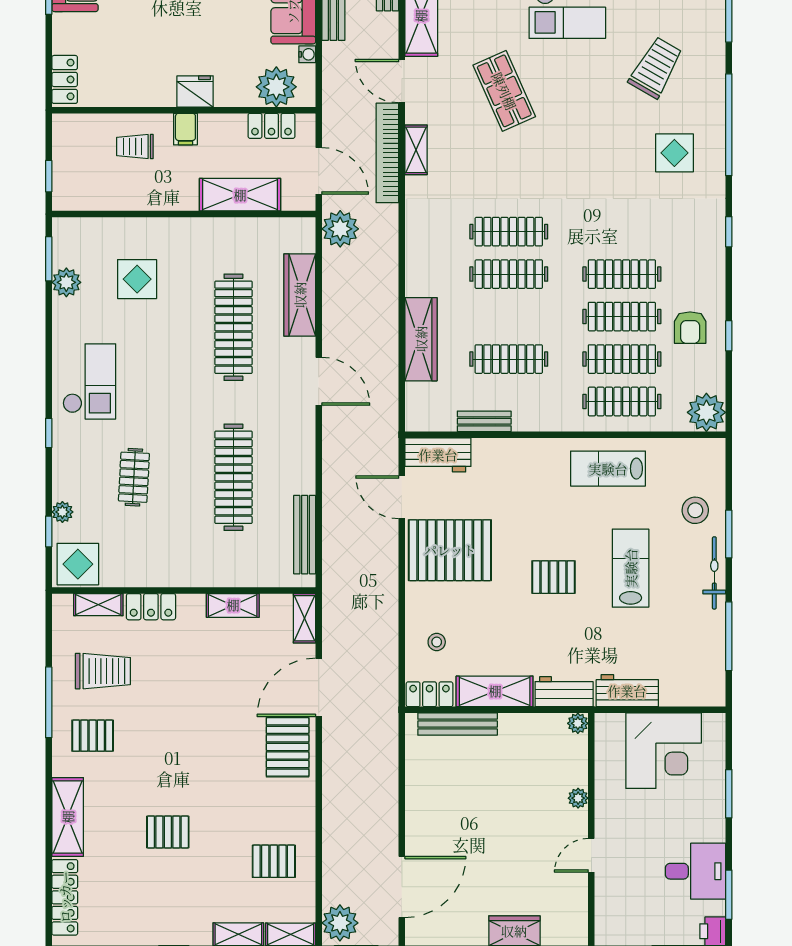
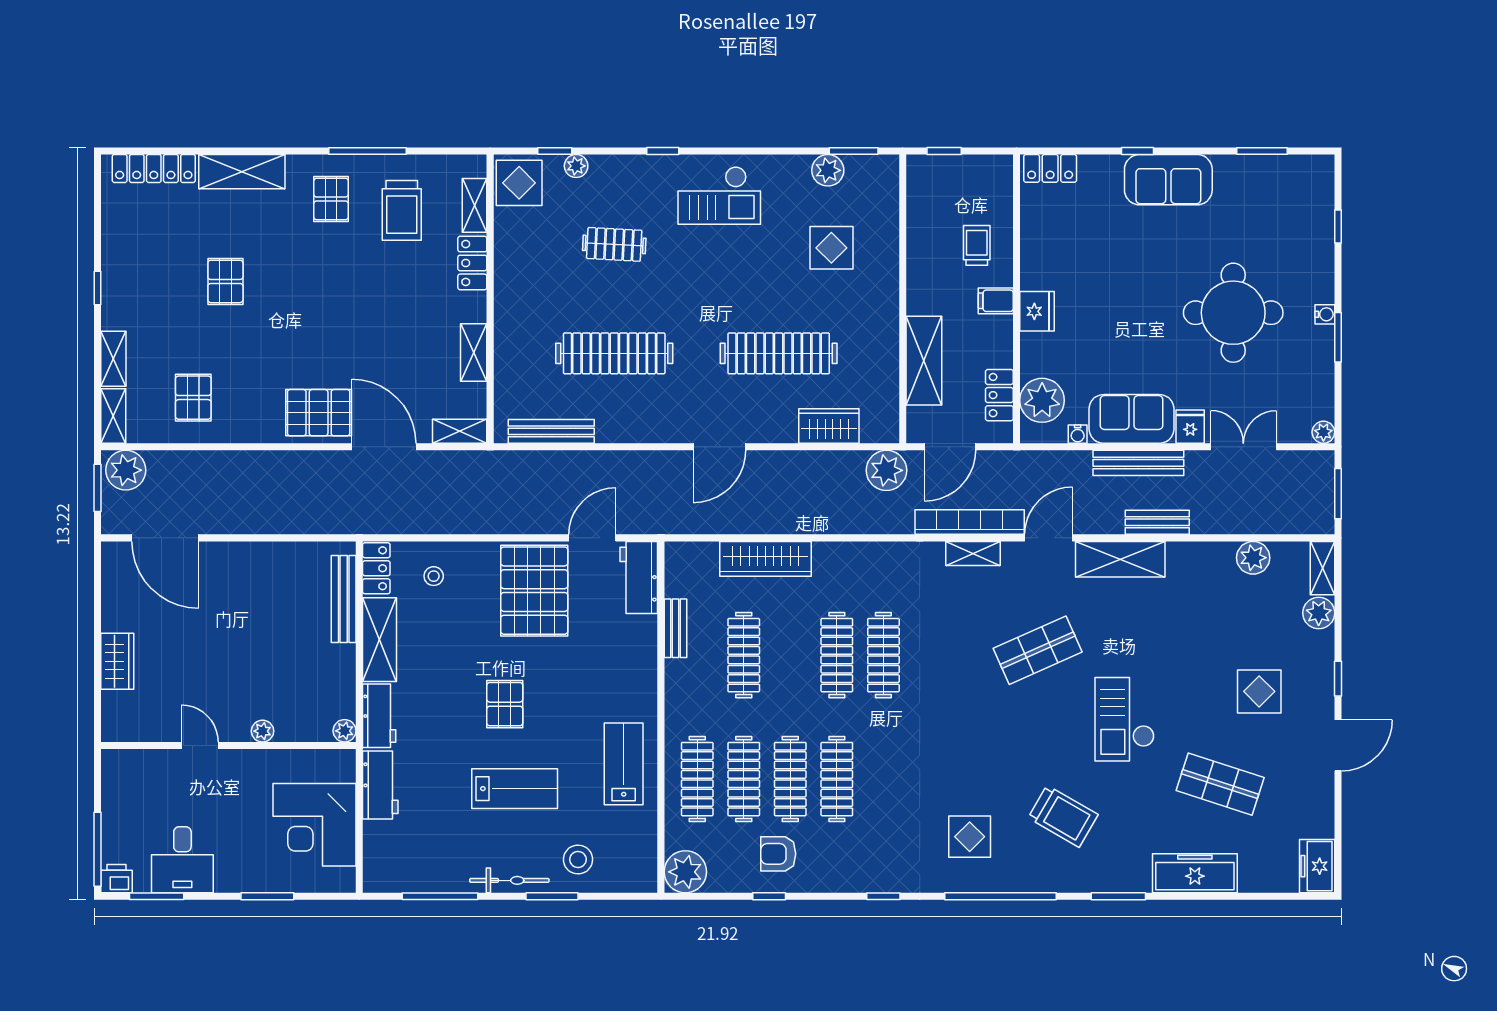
wardrobe: (300, 295) -> (829, 426), width x0.67

